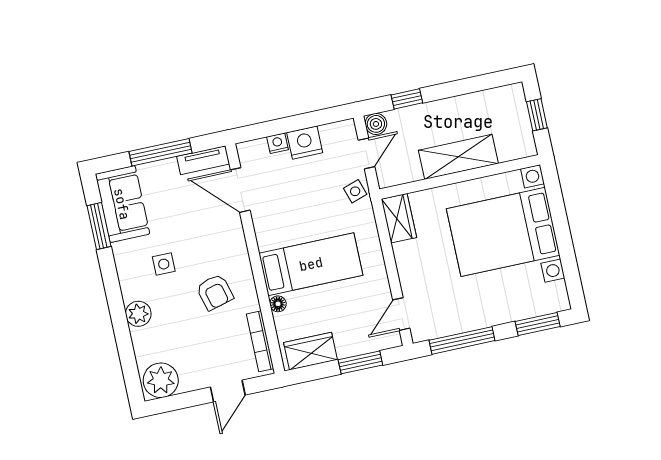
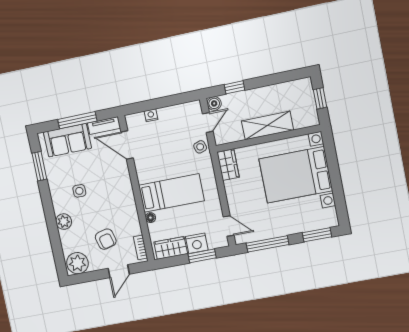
nightstand: (305, 143) -> (197, 243), moved, turned 180
sofa: (122, 204) -> (67, 140), moved, turned 90
armchair: (215, 292) -> (106, 239), moved
door: (401, 314) -> (229, 226), swing flipped
bookcase: (260, 341) -> (140, 247), width x0.64

